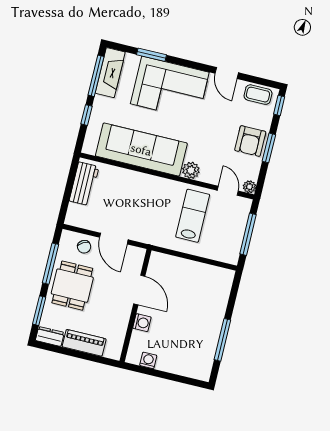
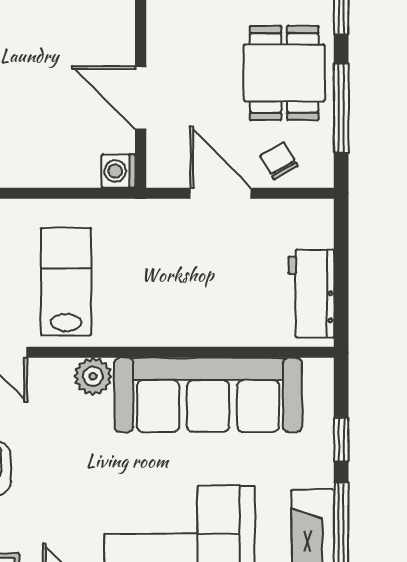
lab bench: (193, 216) -> (66, 282), turned 180
washing machine: (142, 323) -> (118, 171), moved

